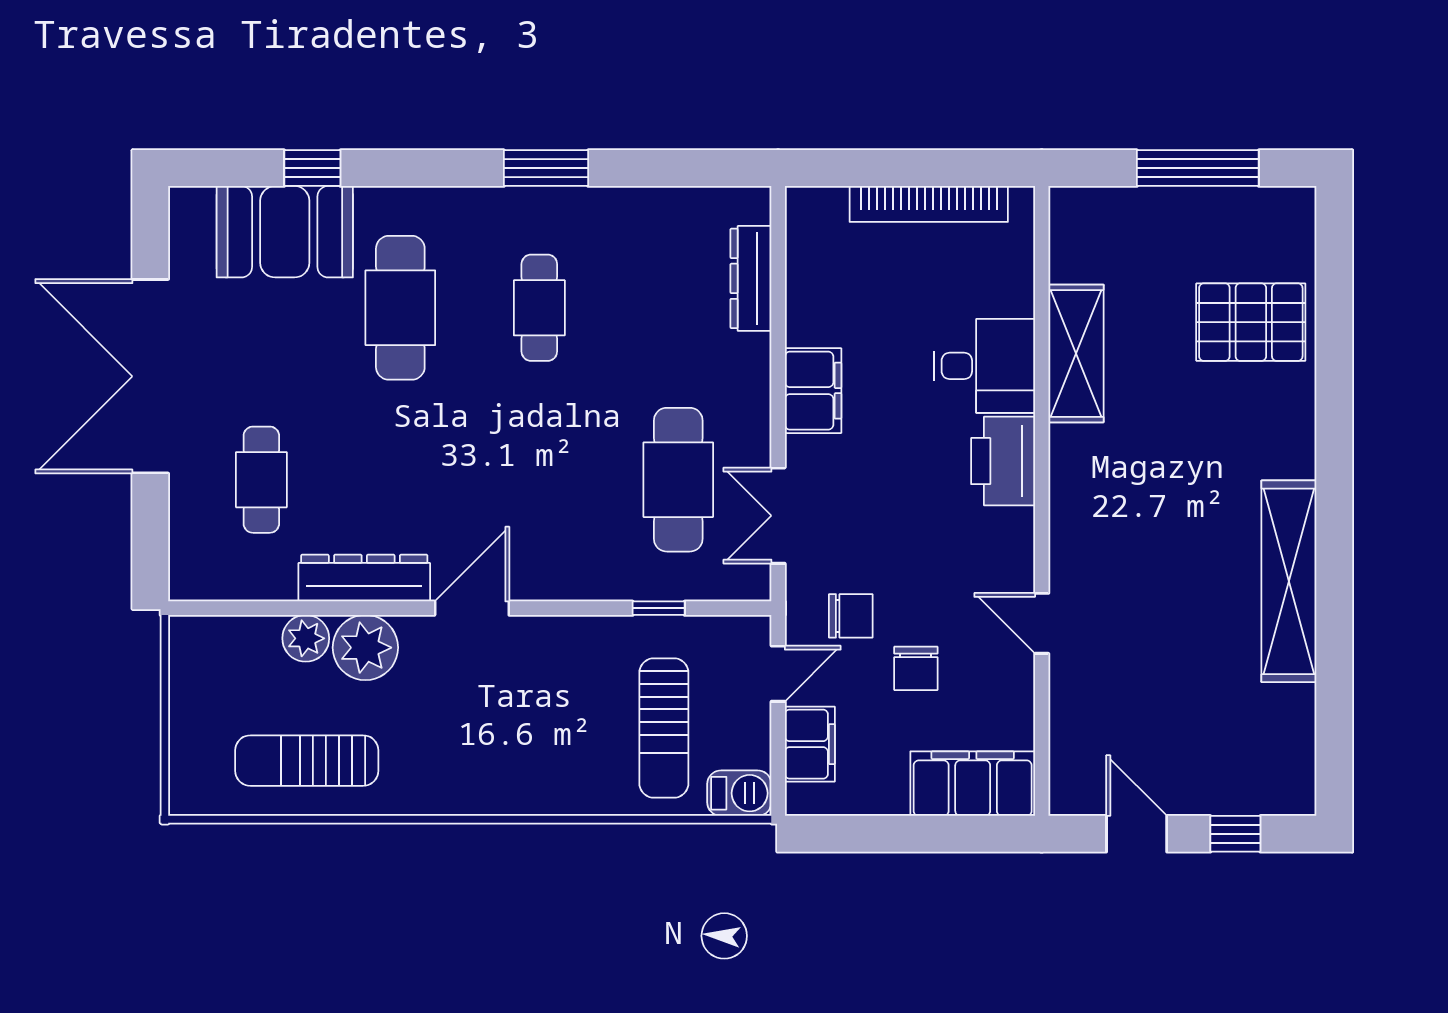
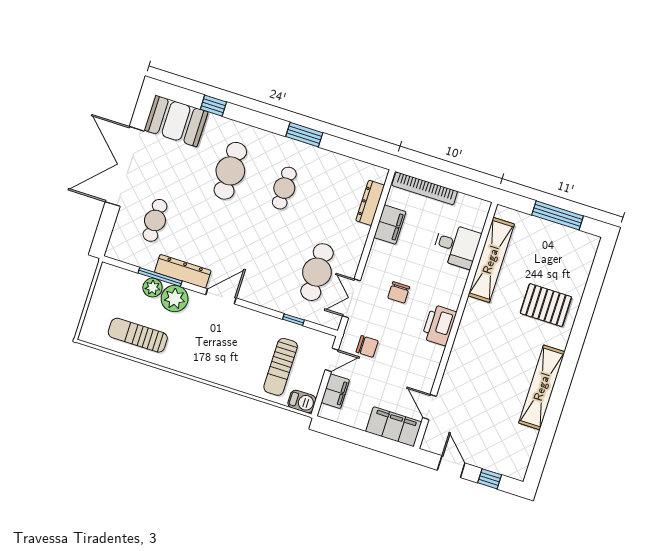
bookcase: (929, 204) -> (425, 188), moved
booth: (285, 232) -> (176, 121), moved
pallet: (1251, 322) -> (546, 305), moved
shelving: (1076, 353) -> (491, 260), width x1.47
desk: (984, 366) -> (456, 246), moved
filing cabinet: (813, 391) -> (390, 225), moved
printer: (1003, 461) -> (439, 325), moved
window: (315, 608) -> (160, 277), added
door: (1042, 623) -> (430, 407), moved
chair: (916, 668) -> (399, 292), moved

